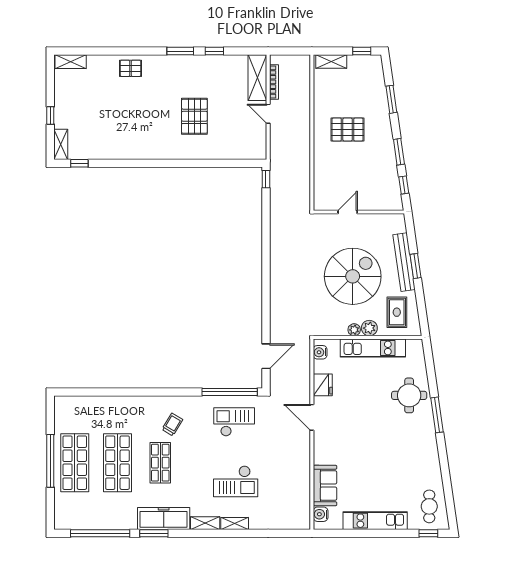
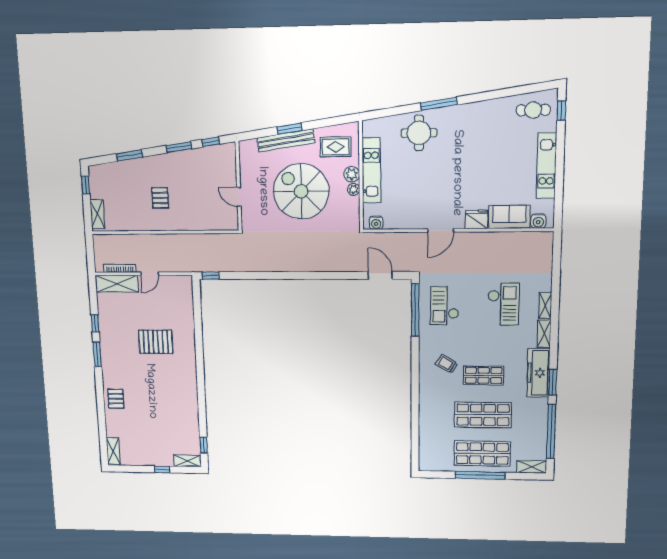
pallet: (348, 130) -> (160, 198), width x0.67, depth x0.71
fridge: (323, 385) -> (476, 219), moved
shelving: (61, 514) -> (532, 467), added

